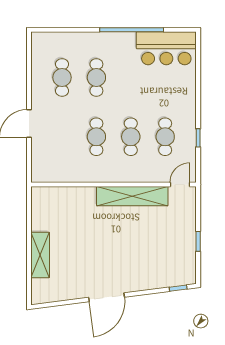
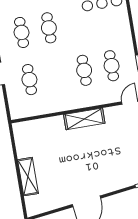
cafe table: (96, 137) -> (29, 80), moved
shelving: (132, 196) -> (84, 119), width x0.68

